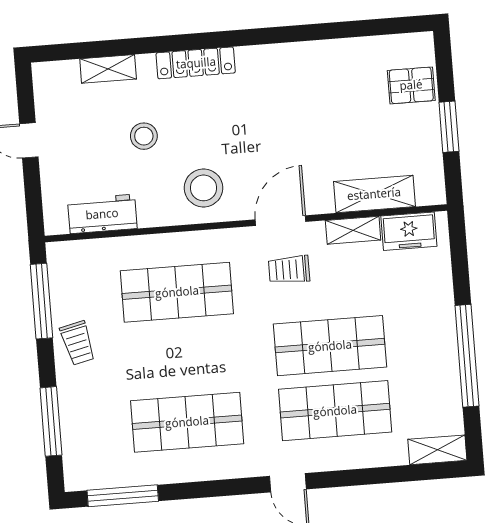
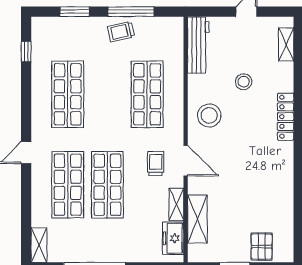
shelving: (108, 69) -> (286, 44), moved
workbench: (102, 214) -> (198, 45), width x1.38
window: (41, 301) -> (131, 12), moved
window: (51, 421) -> (75, 12), width x0.69
window: (123, 496) -> (26, 52), width x0.46

